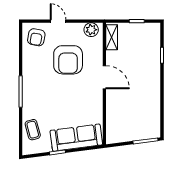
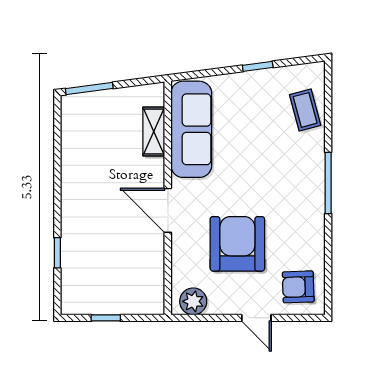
armchair: (36, 37) -> (298, 287), turned -102
shelving: (112, 37) -> (154, 132), moved
sofa: (76, 138) -> (191, 129), moved, turned -83

